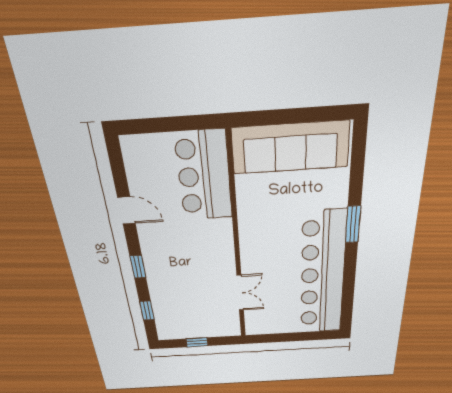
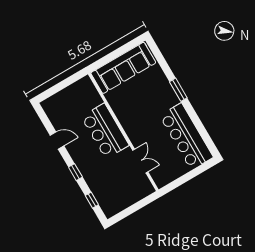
bar counter: (204, 176) -> (105, 131), moved
bar counter: (323, 275) -> (186, 136), width x0.73
window: (197, 342) -> (132, 210), removed

